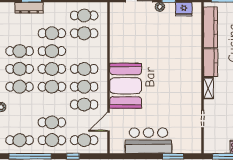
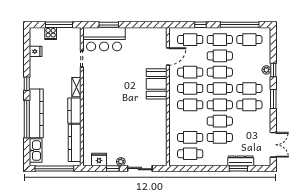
cafe table: (20, 51) -> (220, 72), moved
booth: (126, 86) -> (157, 84), width x0.73, depth x0.70
bar counter: (148, 141) -> (104, 39), moved

